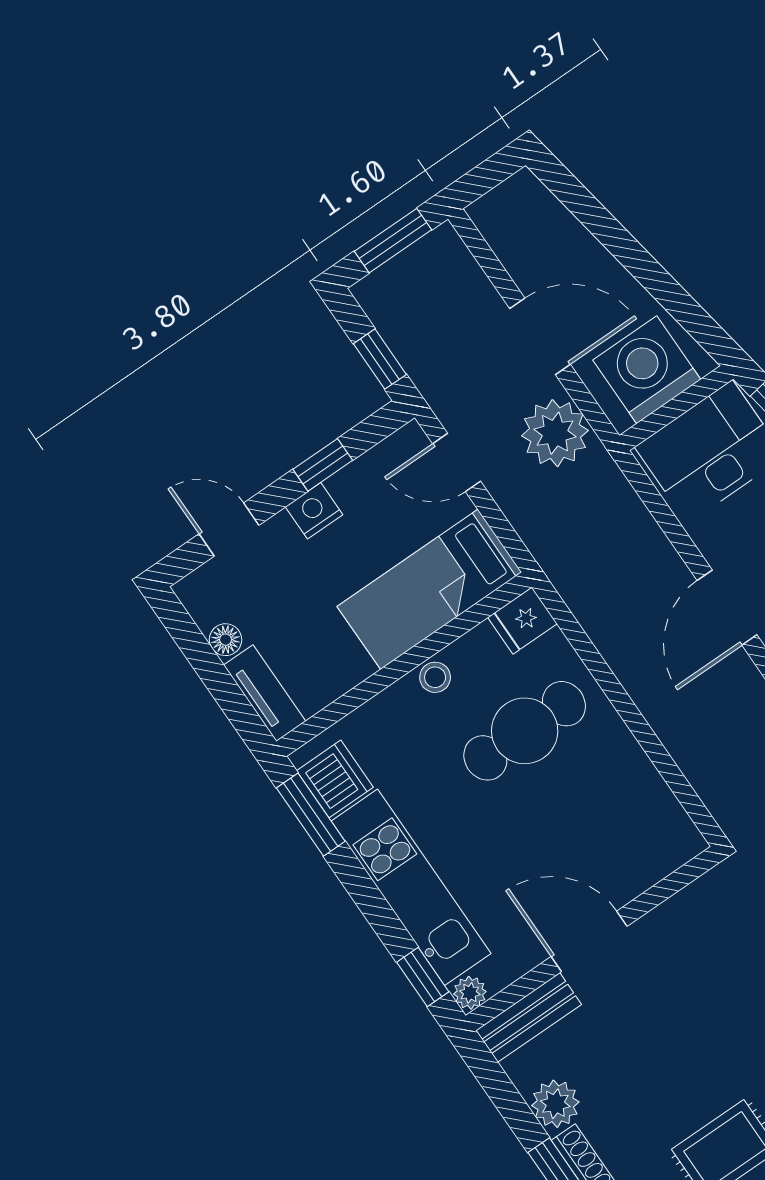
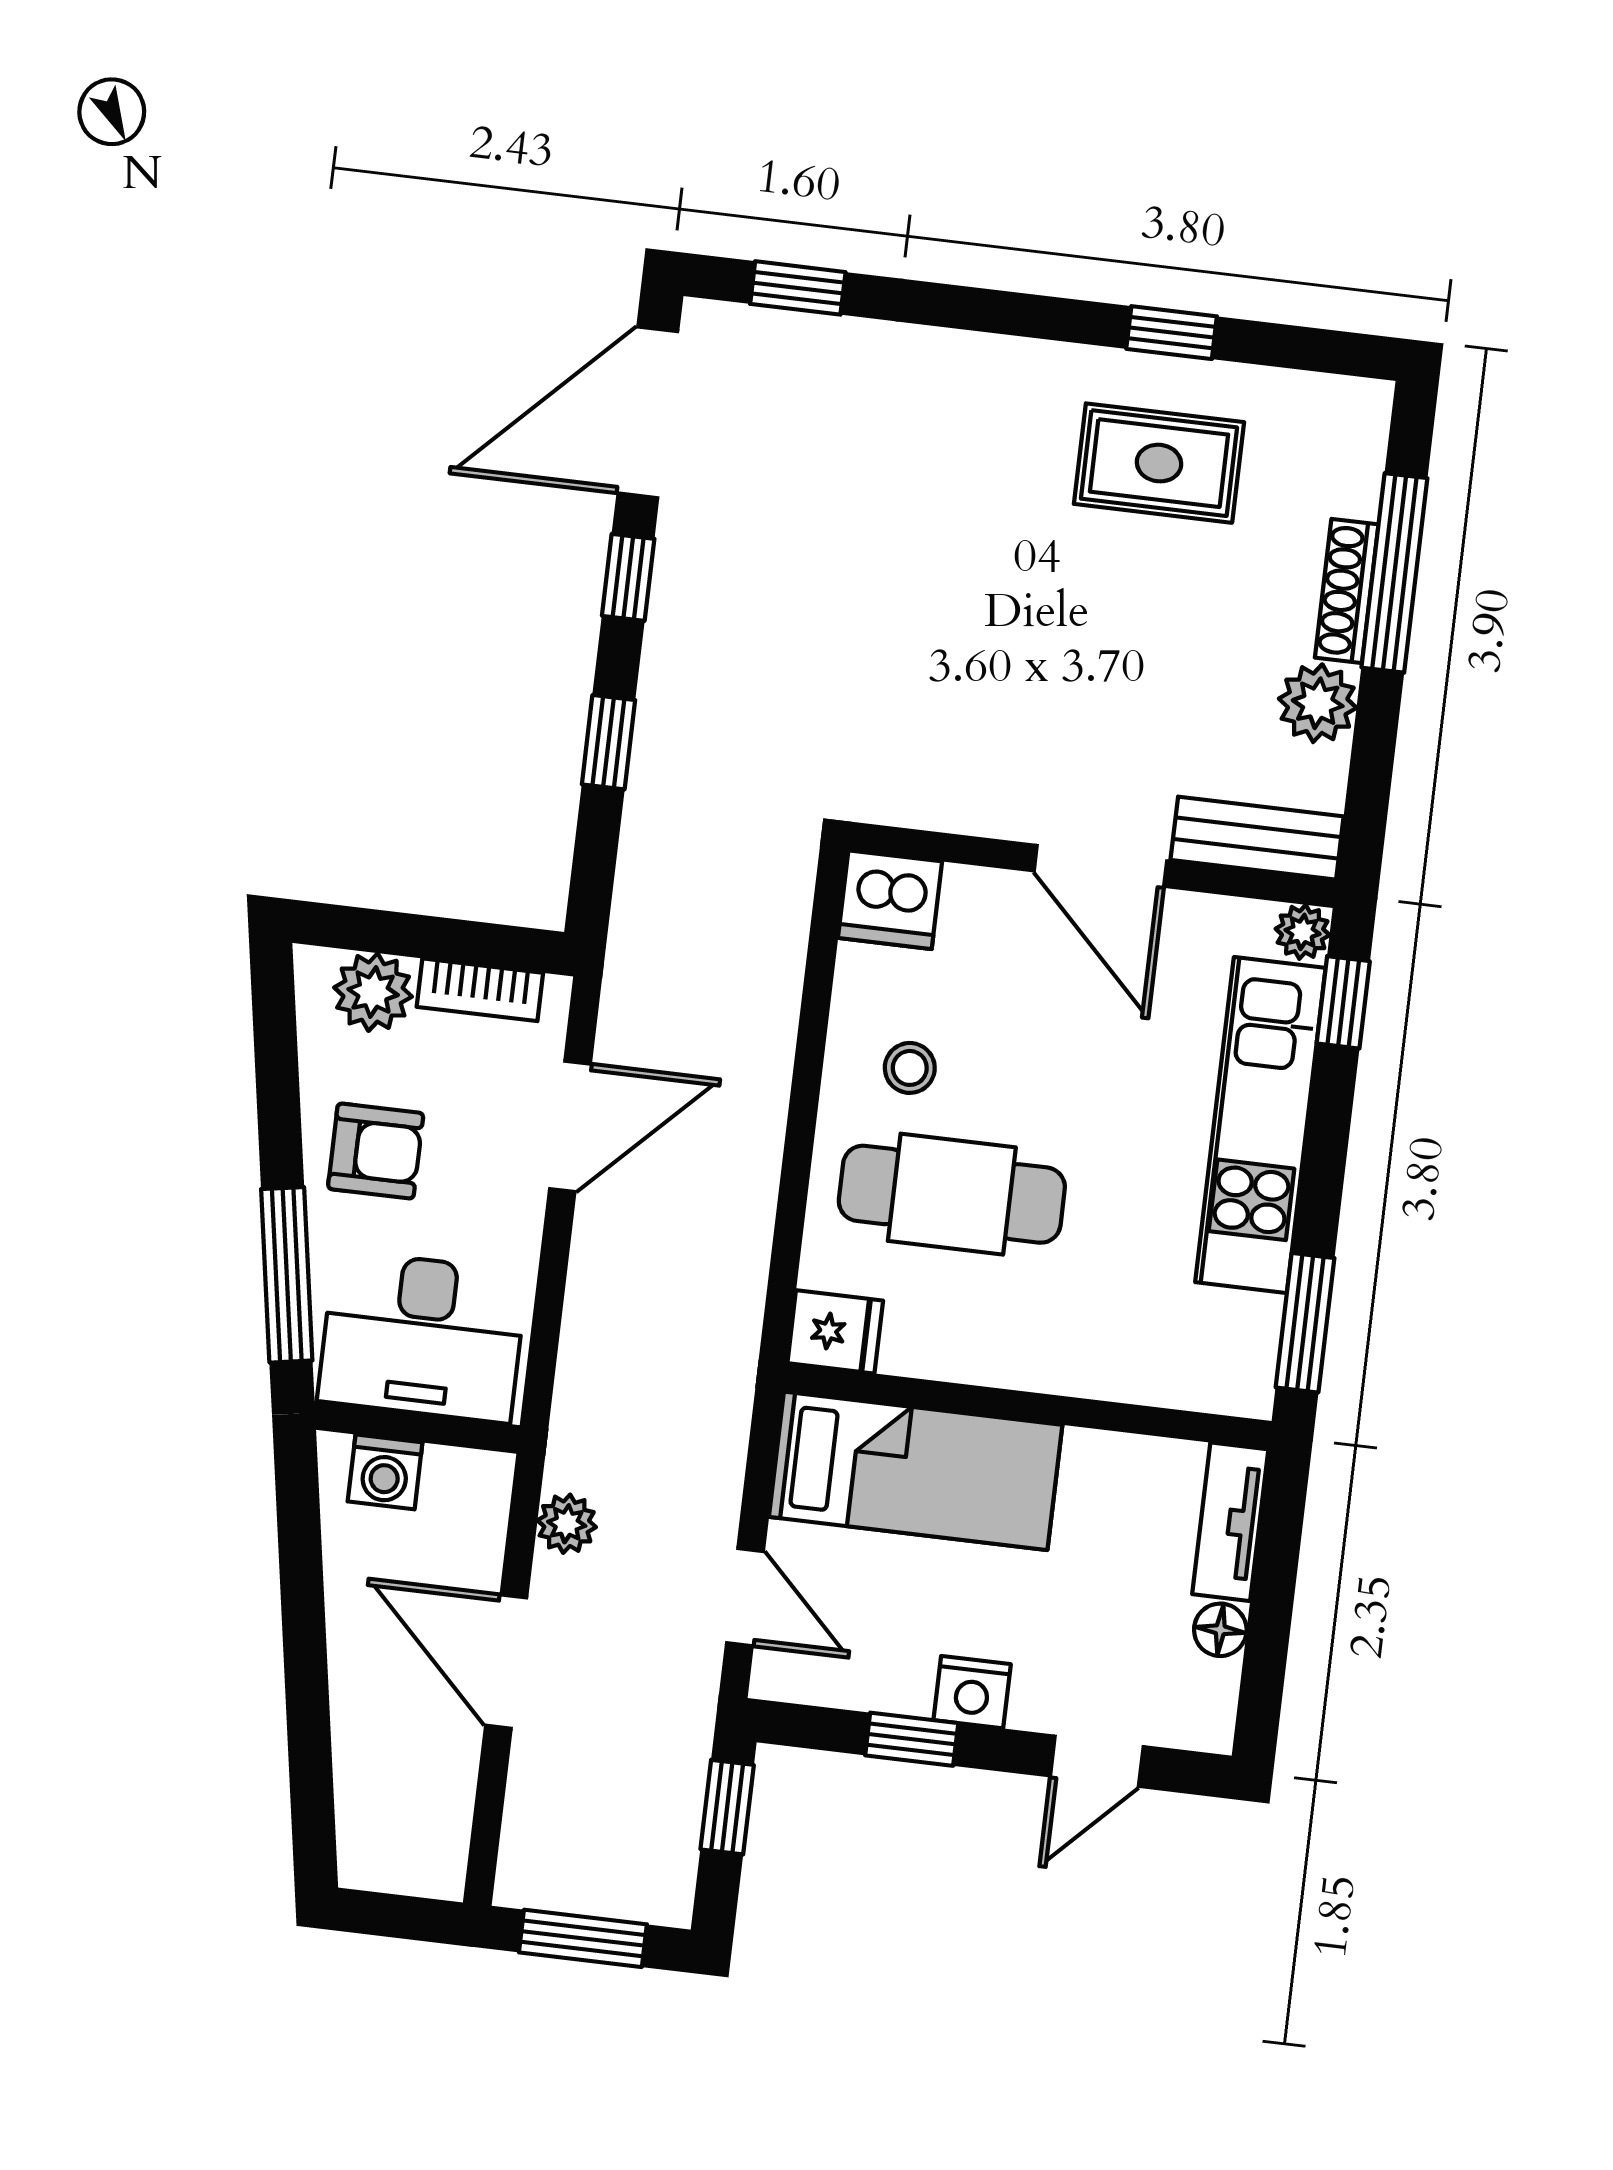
washing machine: (647, 370) -> (385, 1472), width x0.53, depth x0.53
plant: (555, 433) -> (567, 1524), width x0.53, depth x0.53
door: (229, 529) -> (1097, 1761), hinge flipped
stool: (435, 677) -> (910, 1068), moved
dishwasher: (335, 779) -> (890, 900), moved, turned -90

